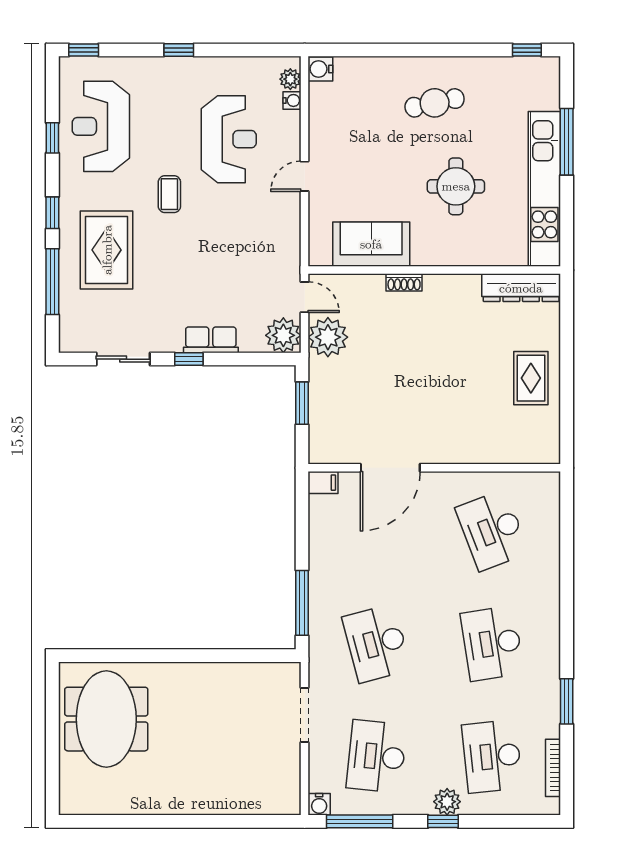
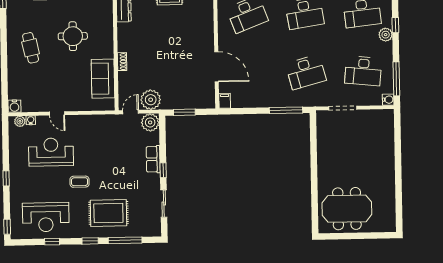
door: (305, 176) -> (57, 113), moved
window: (443, 821) -> (395, 25), moved

